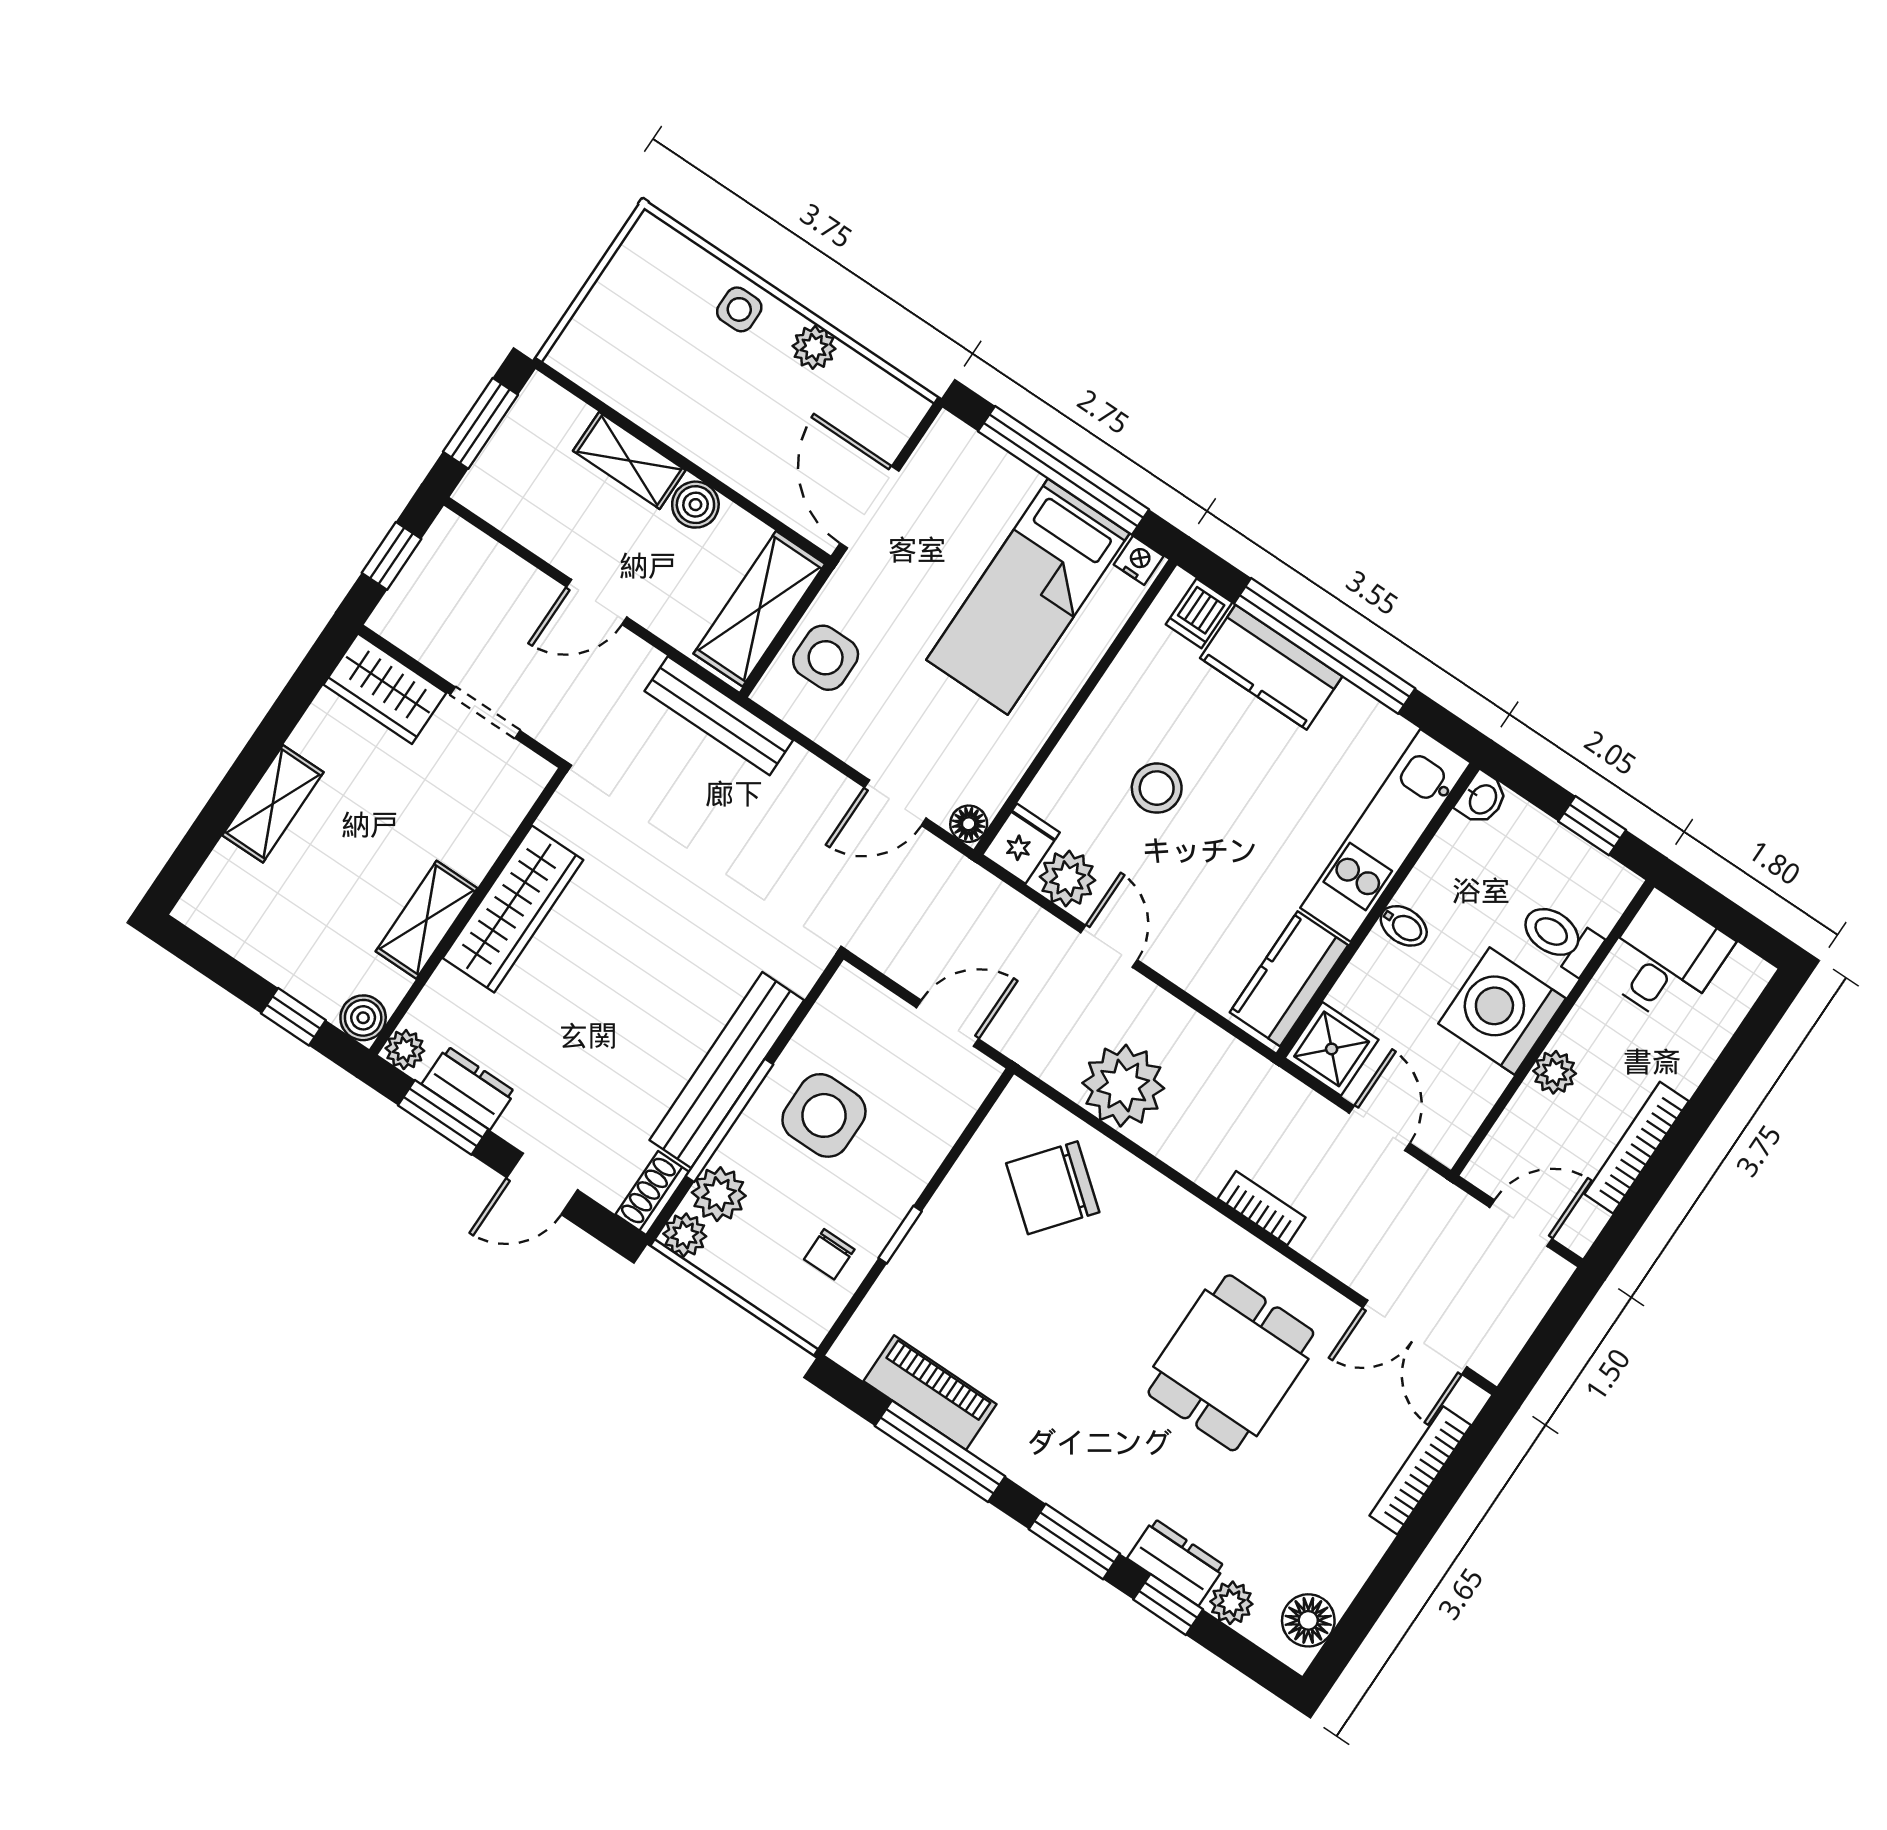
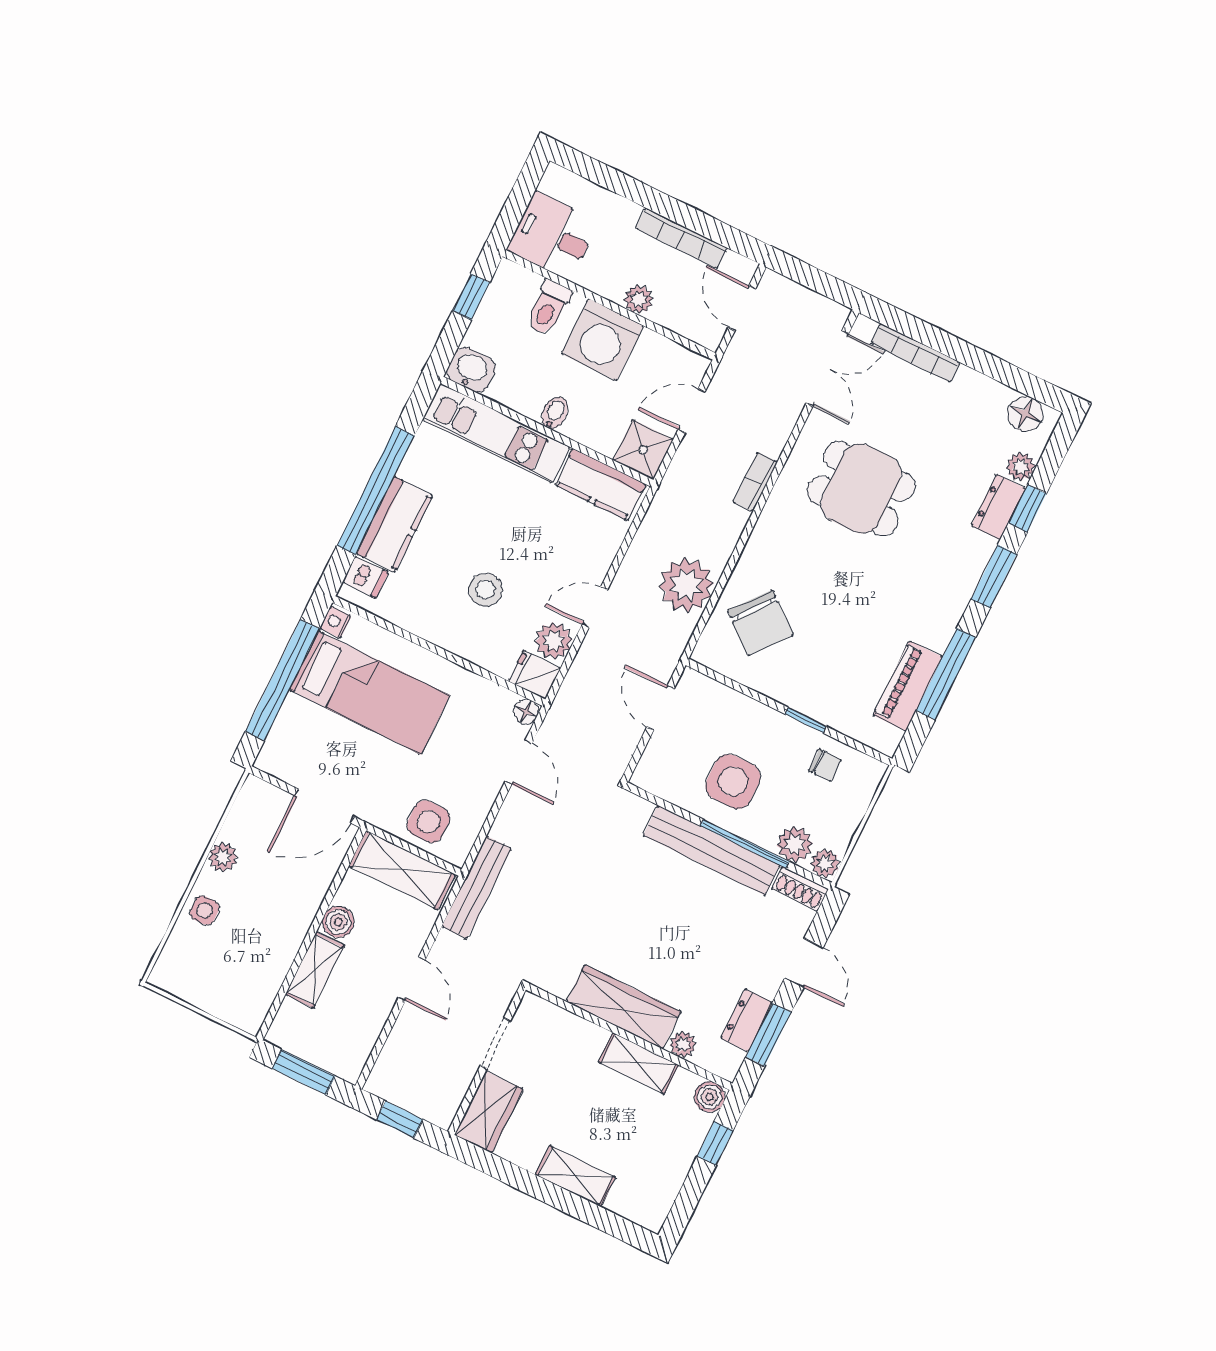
washbasin: (1482, 799) -> (471, 370), width x1.38, depth x1.45
plant: (405, 1049) -> (683, 1044), moved

